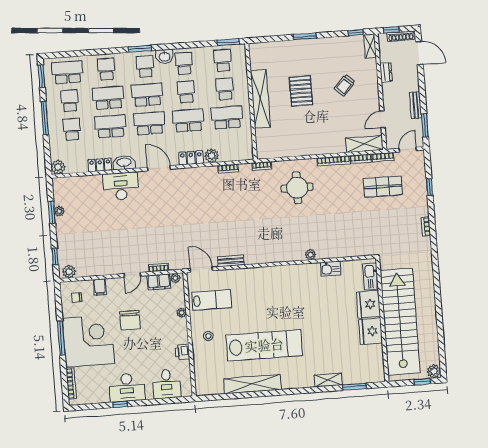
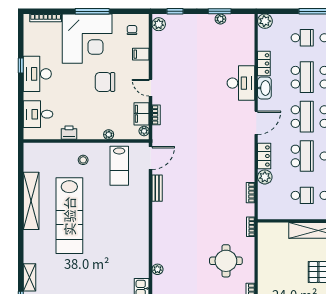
school desk: (227, 118) -> (302, 195), width x0.54

